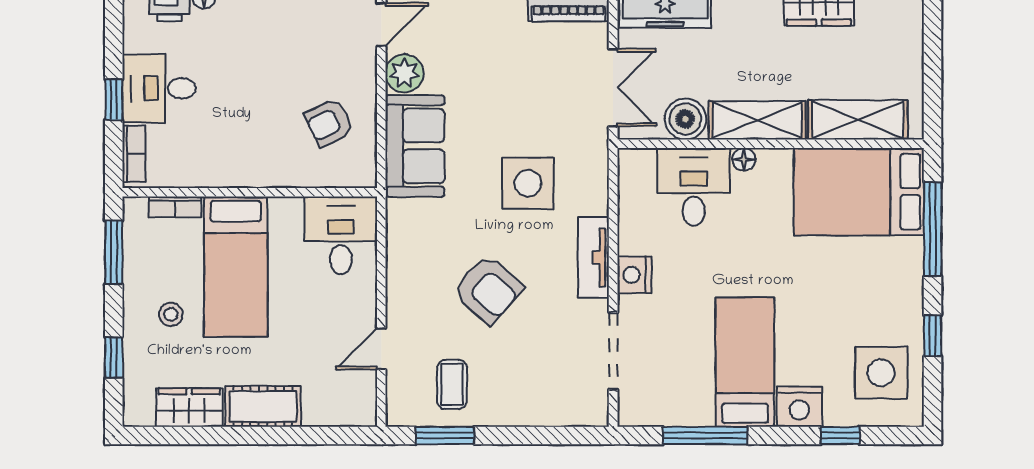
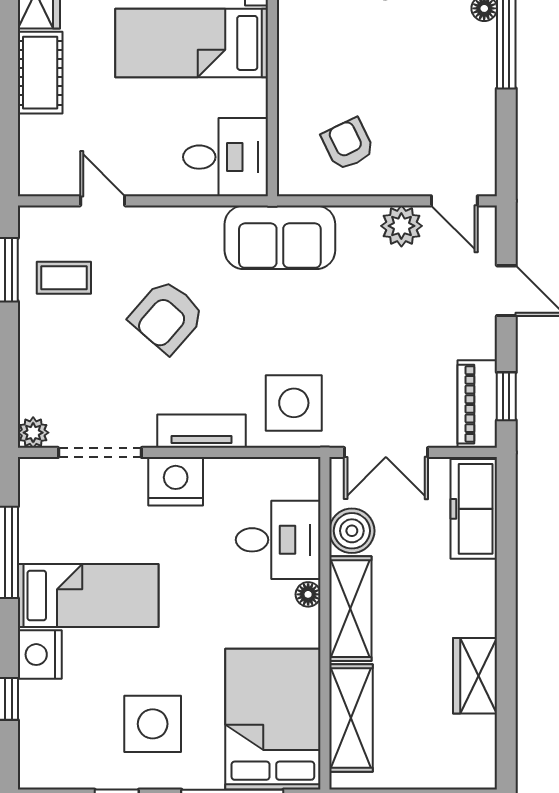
sofa: (415, 146) -> (280, 237), moved
side table: (528, 183) -> (294, 403), moved
nightstand: (634, 275) -> (176, 481), width x1.36, depth x1.33
side table: (881, 373) -> (153, 724), moved
plant: (595, 413) -> (33, 433), added

